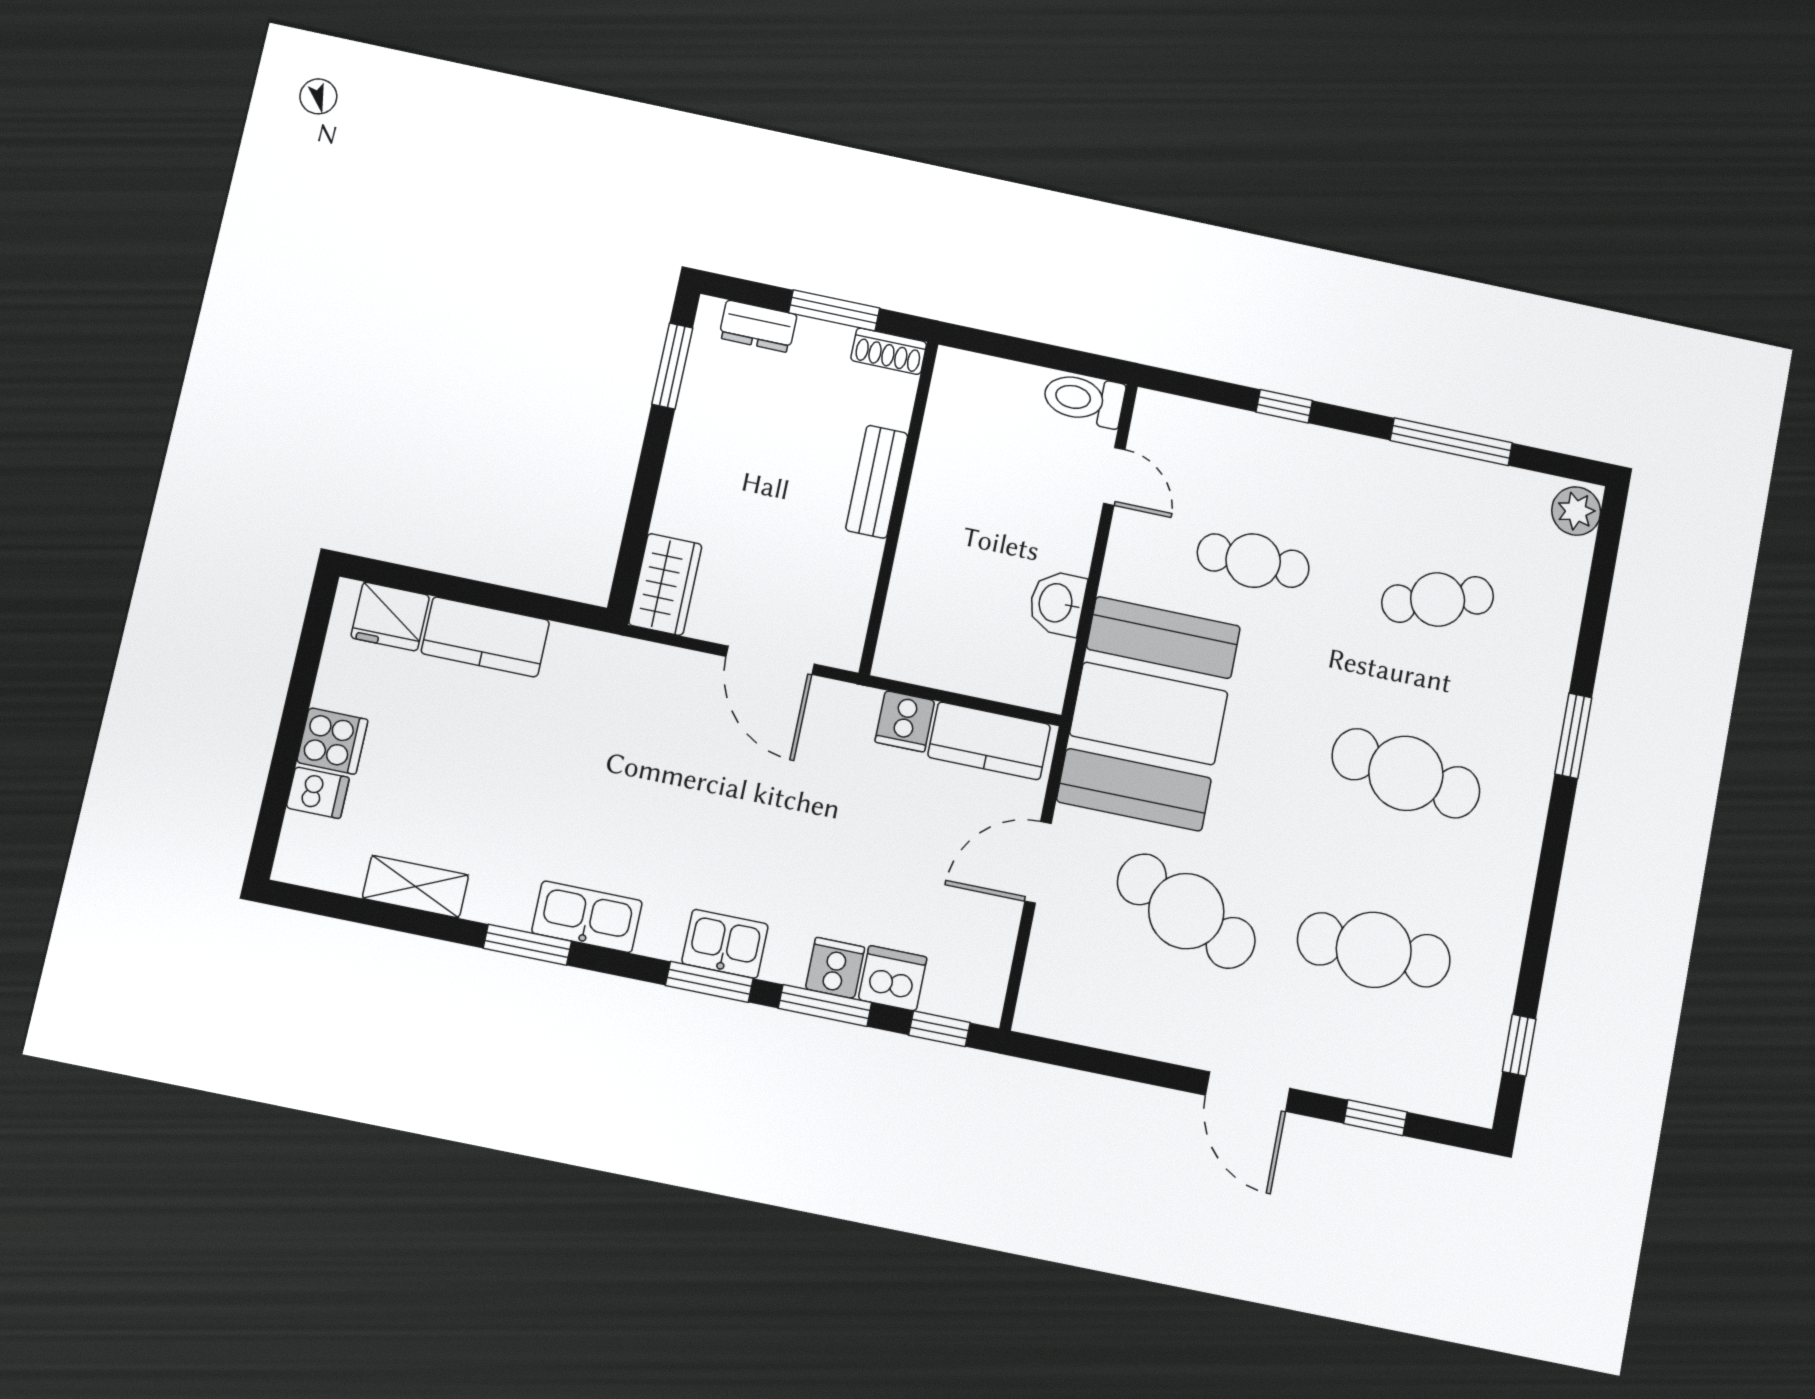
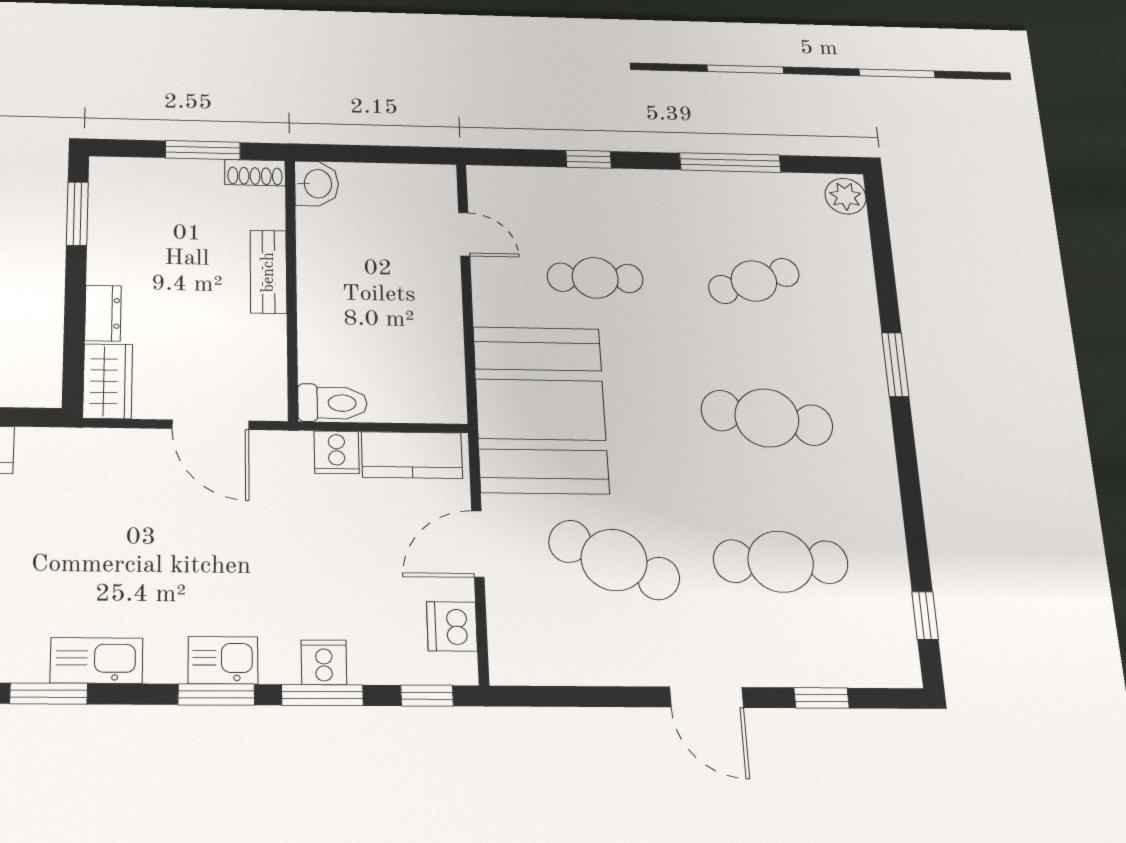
dresser: (758, 326) -> (103, 313), moved, turned -90
toilet: (1084, 399) -> (332, 403), moved, turned 180
washbasin: (1057, 603) -> (317, 184), moved, turned 180
dishwasher: (893, 978) -> (452, 626), moved, turned -90

